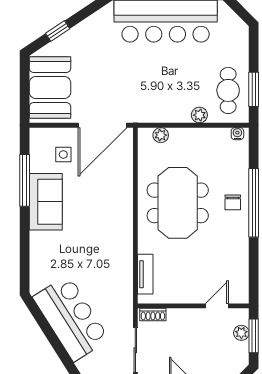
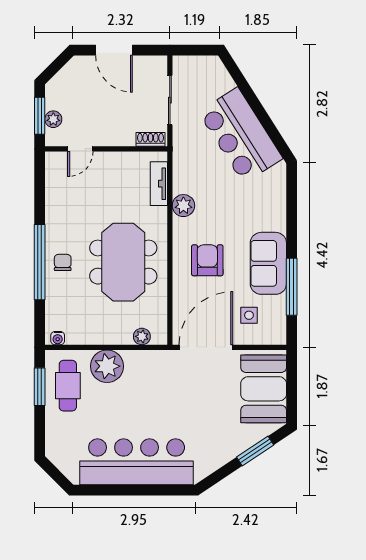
window: (58, 31) -> (255, 451), width x1.50
plant: (199, 115) -> (107, 366), width x1.87, depth x1.87
armchair: (101, 204) -> (207, 260), added
plant: (123, 254) -> (183, 206), added

